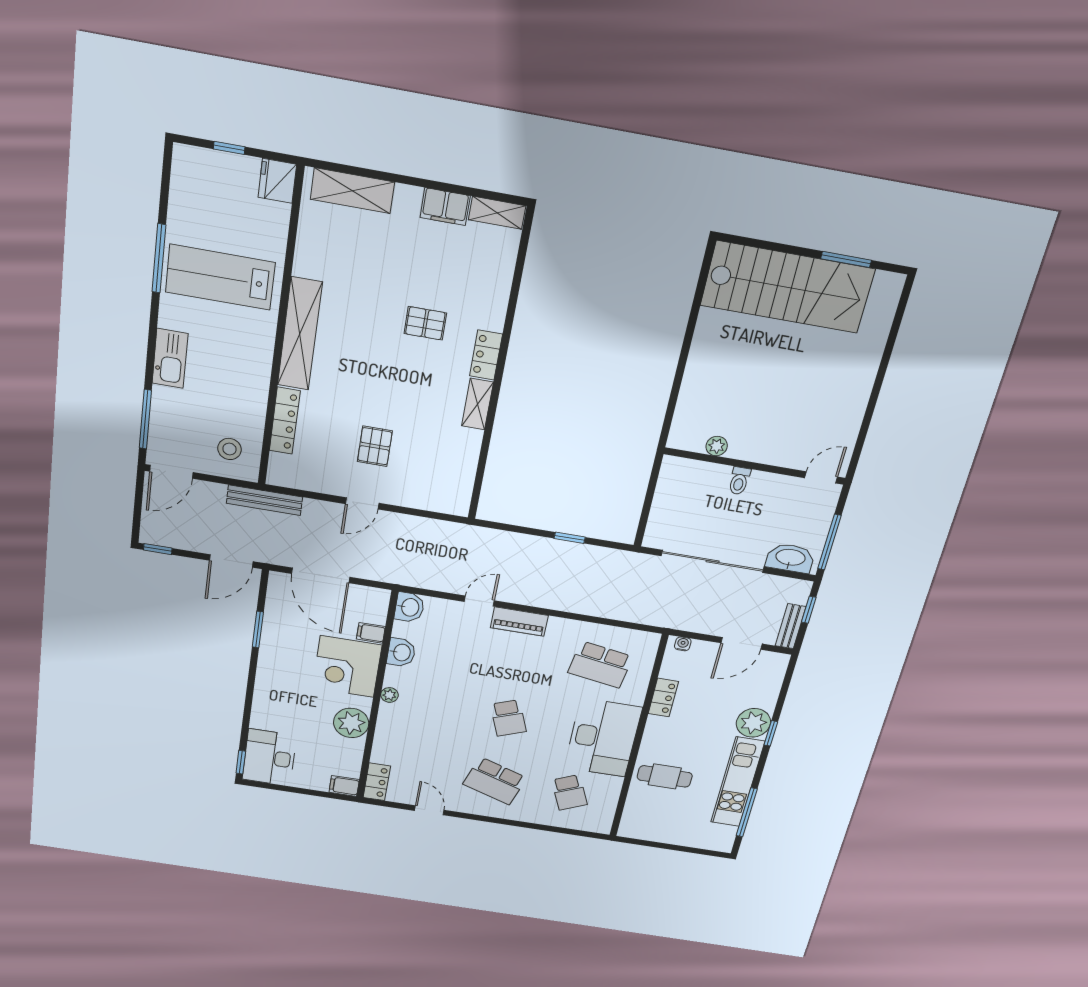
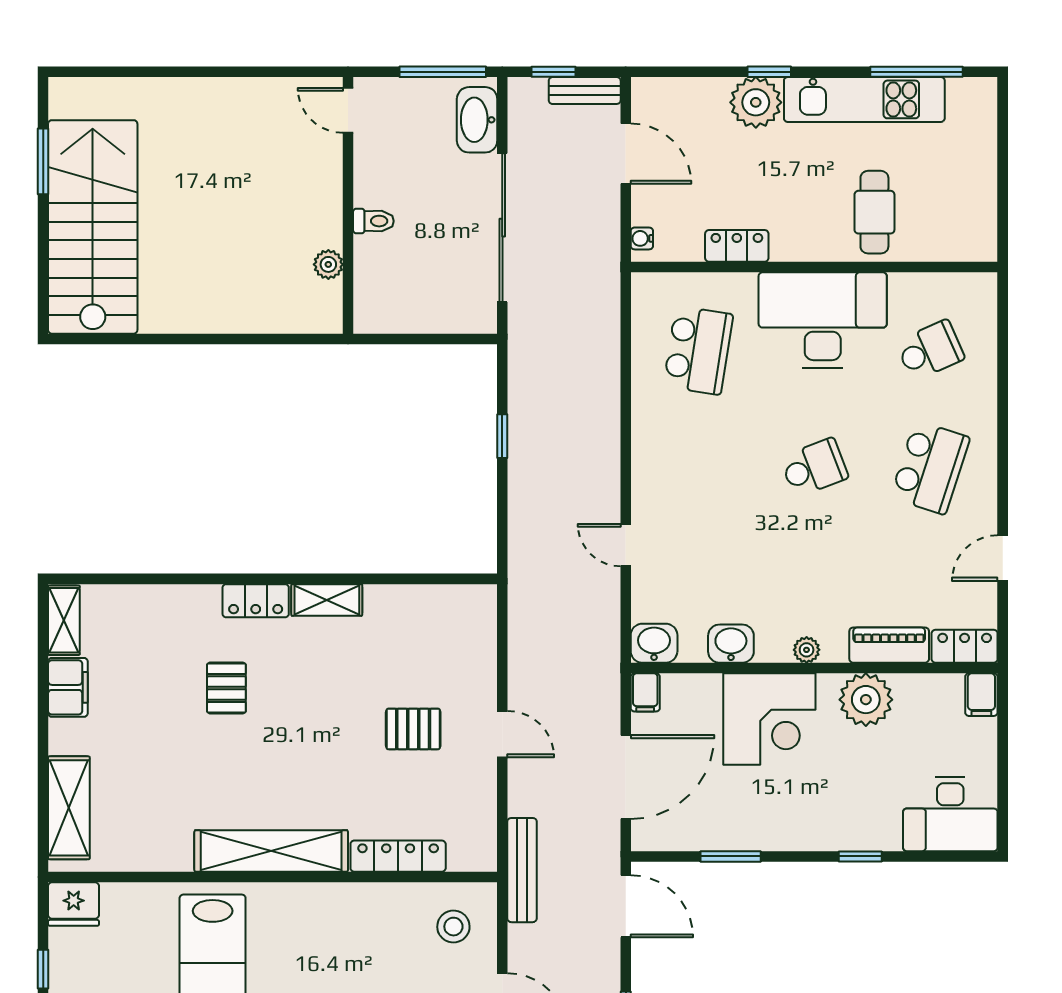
piano: (519, 622) -> (889, 645), moved, turned -90
filing cabinet: (371, 633) -> (645, 692), moved
window: (241, 762) -> (860, 856), moved

